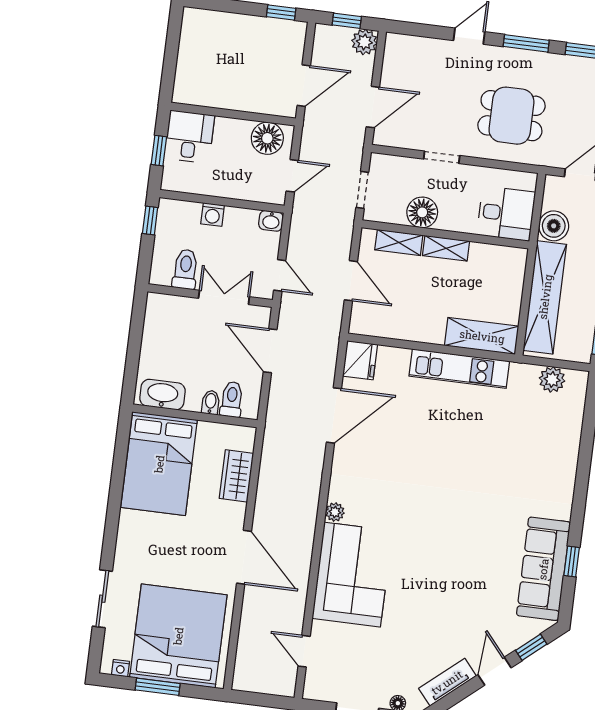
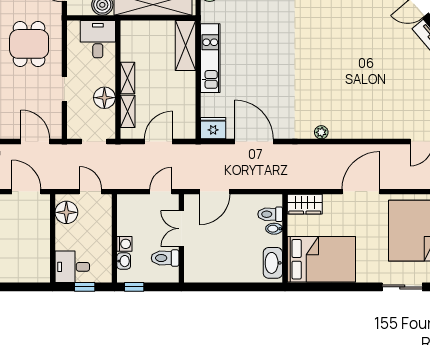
washbasin: (271, 221) -> (124, 261), moved
washbasin: (162, 395) -> (273, 263), moved
toilet: (232, 399) -> (270, 214), moved
bidet: (211, 402) -> (274, 229), moved
wall: (195, 416) -> (285, 238), moved
bed: (159, 464) -> (321, 259), moved
corner sofa: (352, 575) -> (363, 115), removed

